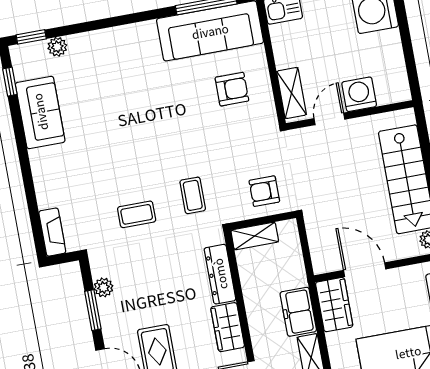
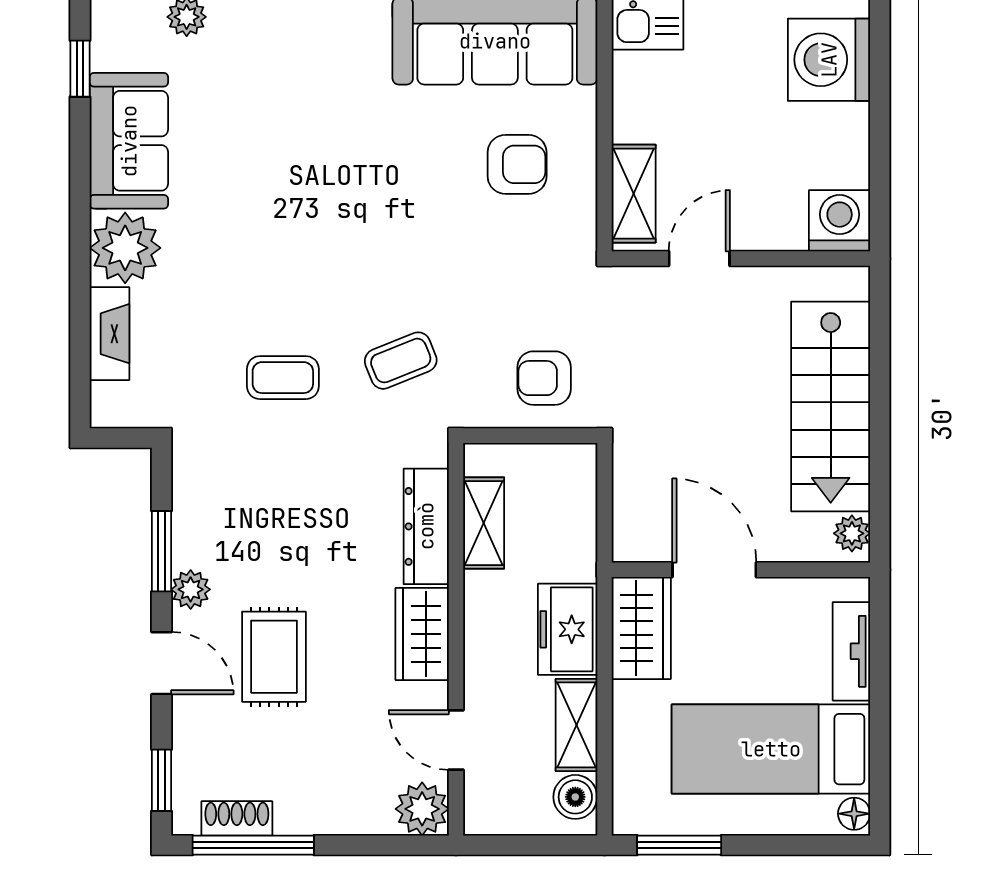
washing machine: (359, 94) -> (840, 221), moved
plant: (48, 165) -> (125, 248), added
coffee table: (193, 195) -> (401, 361), turned 68
fireplace: (52, 232) -> (109, 334), moved
shelving: (255, 236) -> (484, 523), moved, turned 90
plant: (103, 287) -> (191, 589), moved

